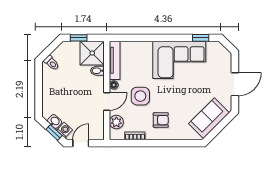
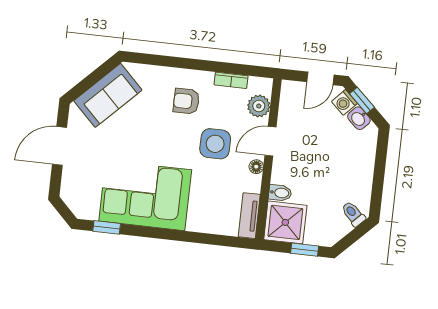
tv unit: (115, 60) -> (249, 216), width x0.71

